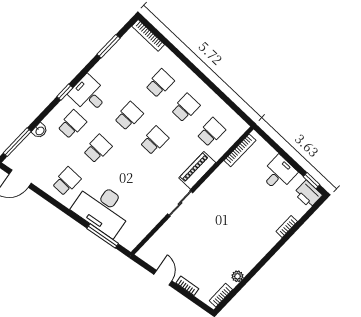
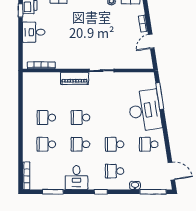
desk: (89, 94) -> (76, 178), moved
school desk: (211, 132) -> (46, 91), removed

